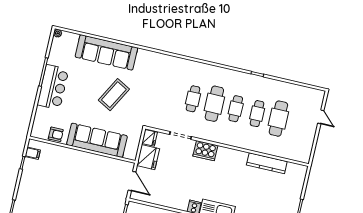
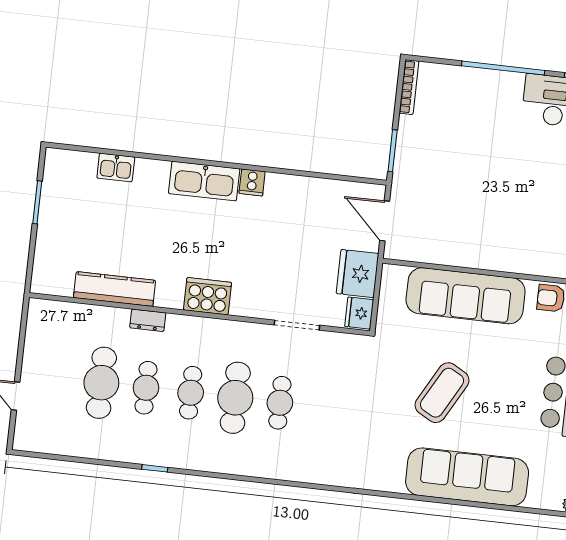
dresser: (252, 146) -> (148, 320), added
cooker: (205, 151) -> (207, 296), moved

